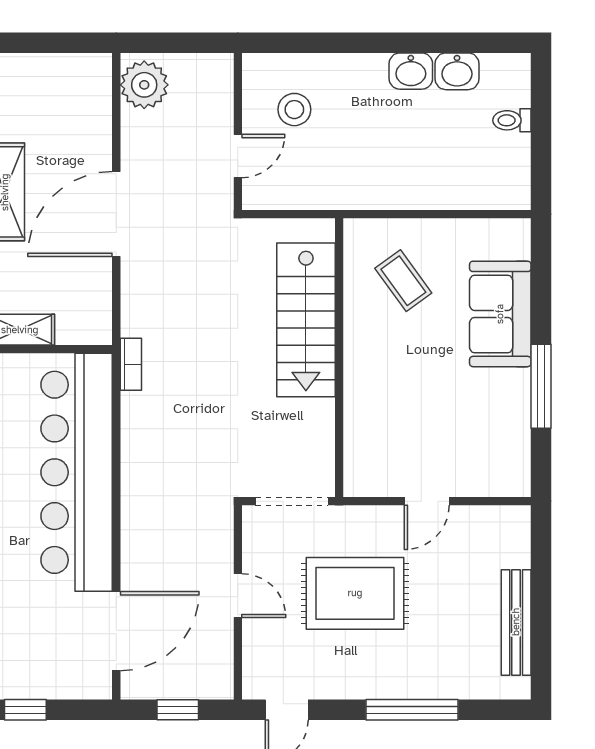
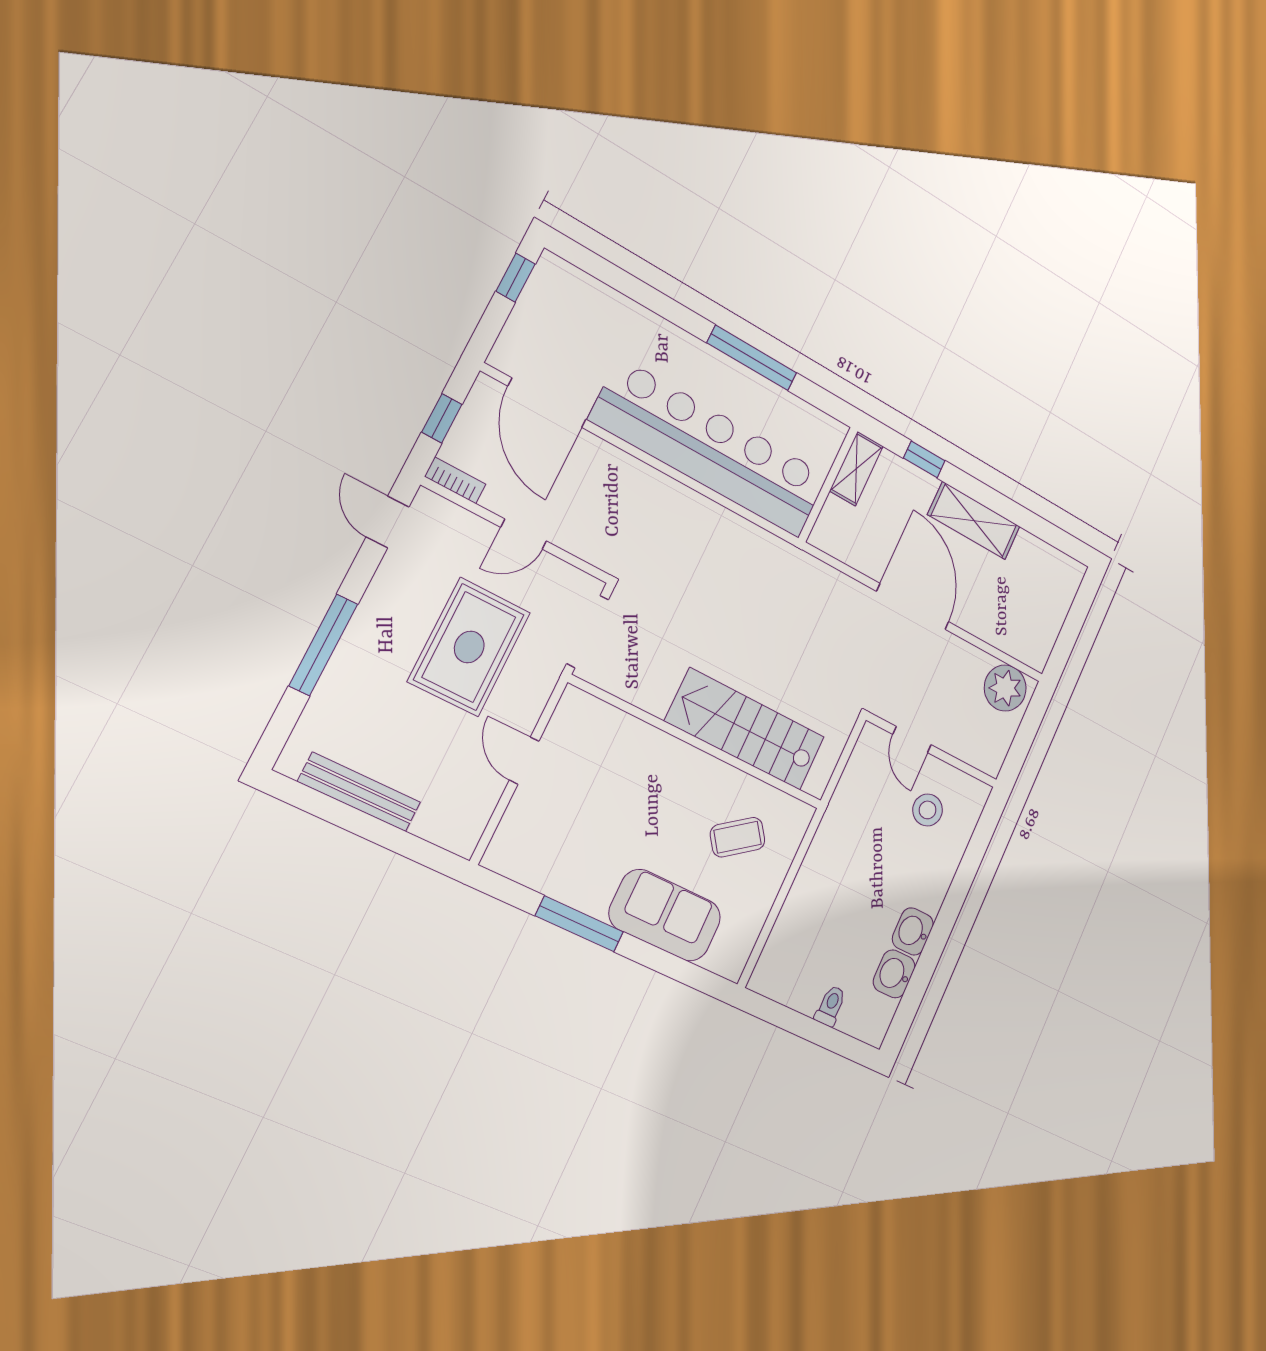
bookcase: (131, 364) -> (455, 480), moved, turned 180

